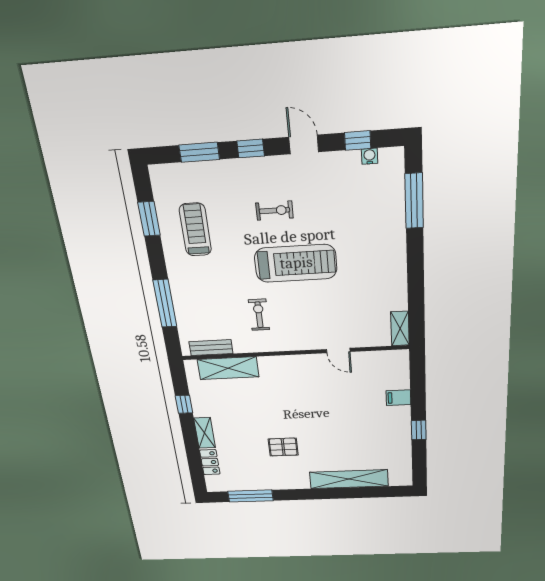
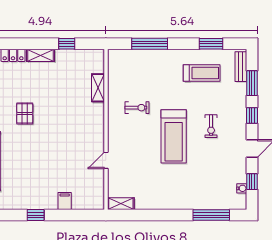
bench: (211, 348) -> (241, 67), moved
shelving: (228, 368) -> (98, 88), width x0.67, depth x0.75

